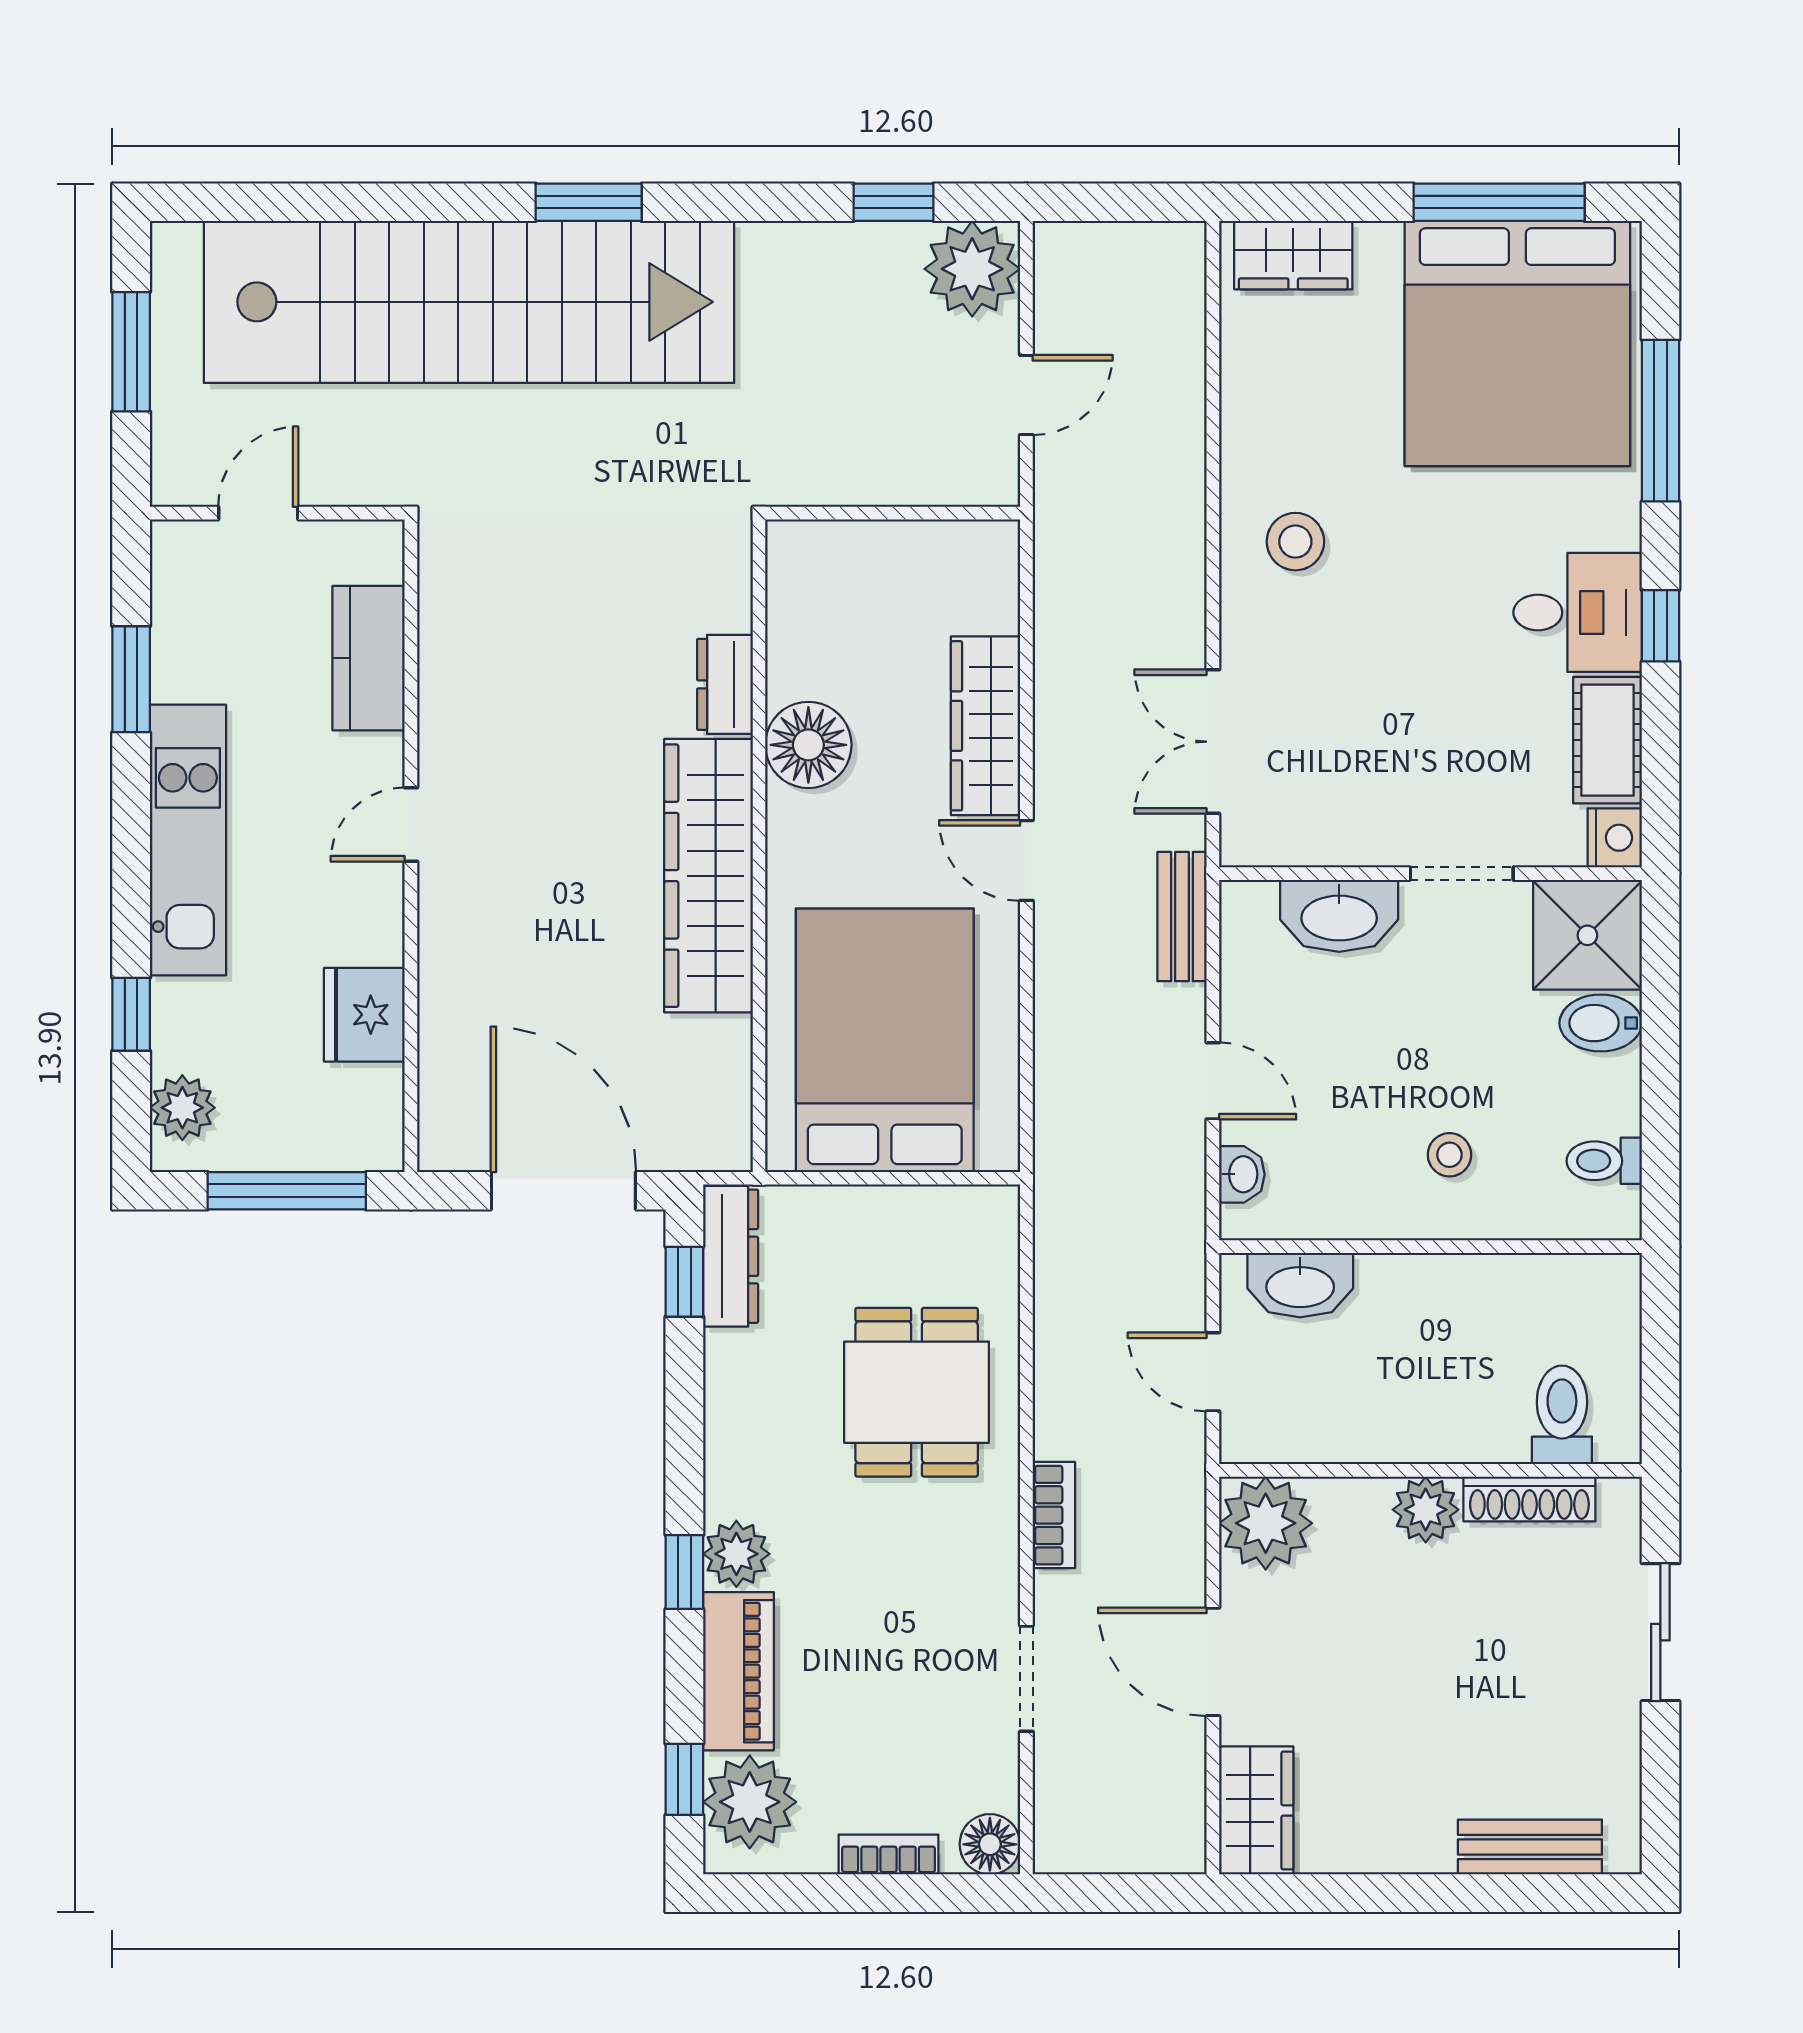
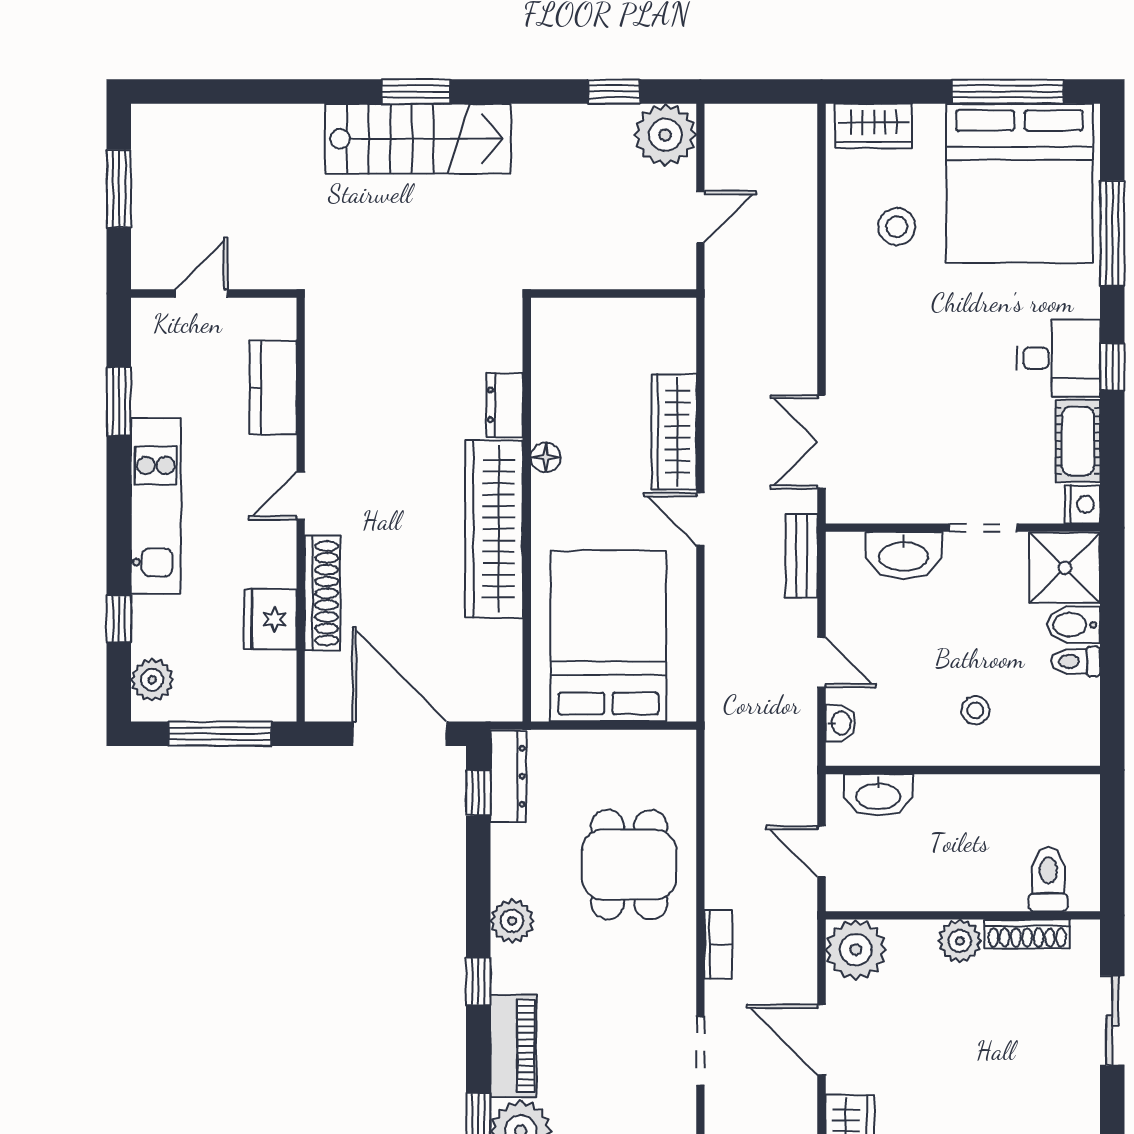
stairs: (469, 302) -> (418, 139), width x0.54, depth x0.66
stool: (1295, 542) -> (897, 227), moved
floor lamp: (808, 745) -> (546, 457), width x0.53, depth x0.53
shoe rack: (444, 974) -> (322, 593), added
toilet: (1604, 1161) -> (1076, 661), moved
plant: (736, 1554) -> (512, 921), moved

